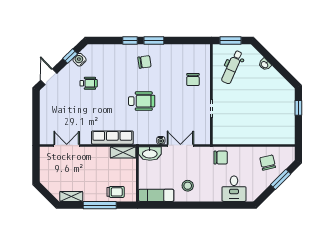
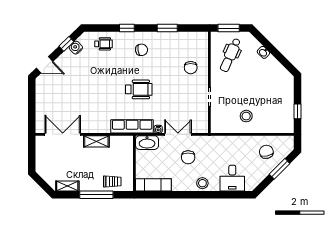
window: (154, 40) -> (167, 28), moved
door: (49, 77) -> (45, 65), swing flipped
wheelchair: (89, 83) -> (103, 44), moved
window: (298, 108) -> (298, 111), moved
stool: (248, 127) -> (246, 116), added
row of seats: (112, 138) -> (132, 126), moved
double door: (67, 145) -> (63, 134), width x1.37
shelving: (123, 152) -> (96, 141), moved
chair: (221, 158) -> (188, 157), moved, turned 90
stool: (188, 186) -> (202, 183), moved

